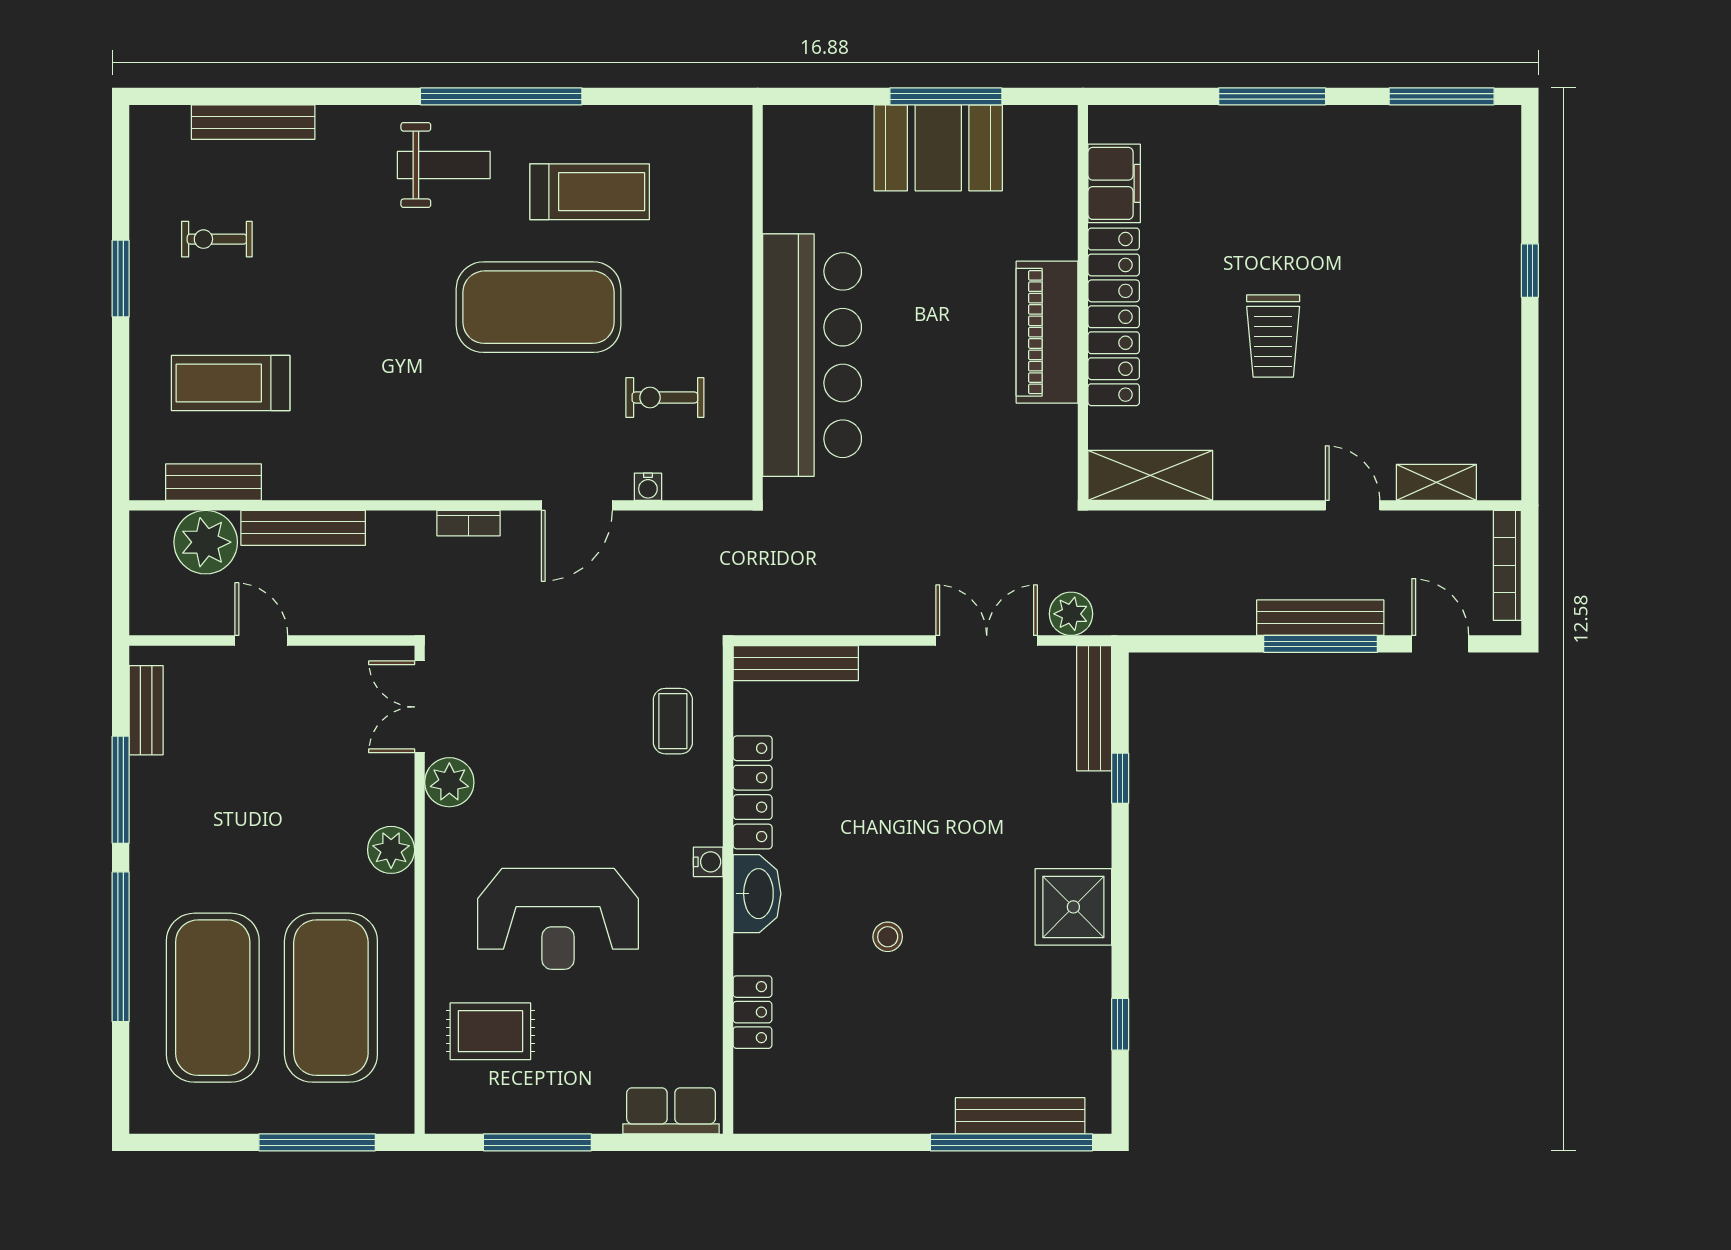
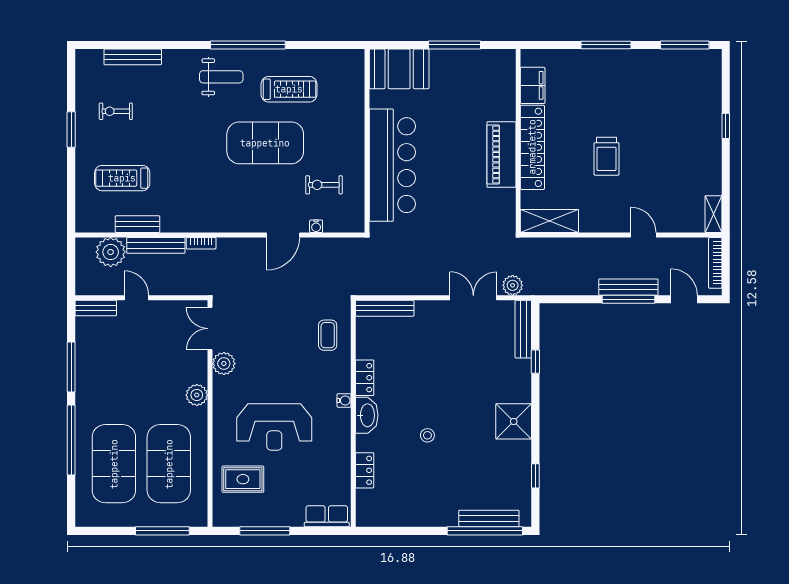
booth: (938, 148) -> (399, 69), moved
bench: (214, 482) -> (137, 224), moved
shelving: (1436, 482) -> (713, 214), moved, turned 90
bookcase: (469, 523) -> (201, 243), moved
bench: (146, 710) -> (96, 308), moved, turned 90
locker: (753, 792) -> (365, 378), width x0.66

